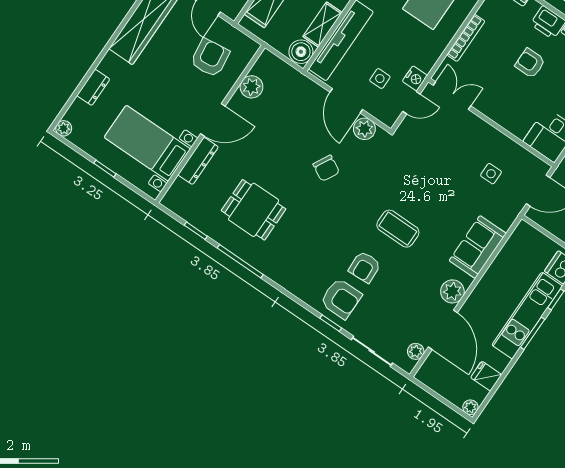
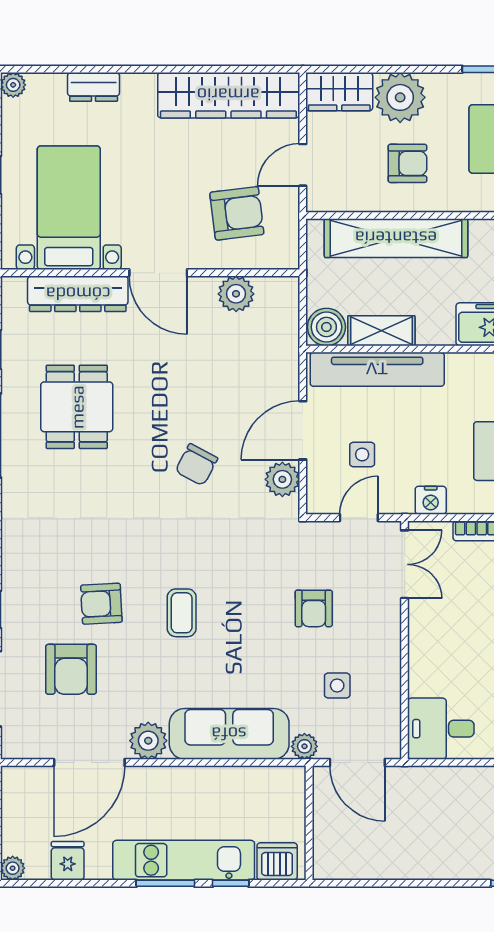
nightstand: (415, 78) -> (431, 500), moved
door: (411, 103) -> (359, 518), swing flipped
armchair: (443, 158) -> (314, 608), added
dresser: (198, 161) -> (78, 294), width x1.37, depth x1.24
coffee table: (398, 229) -> (182, 613), width x0.73, depth x0.77
sofa: (478, 247) -> (229, 734), width x1.36
armchair: (341, 299) -> (71, 669), moved
plant: (416, 351) -> (304, 746), moved

